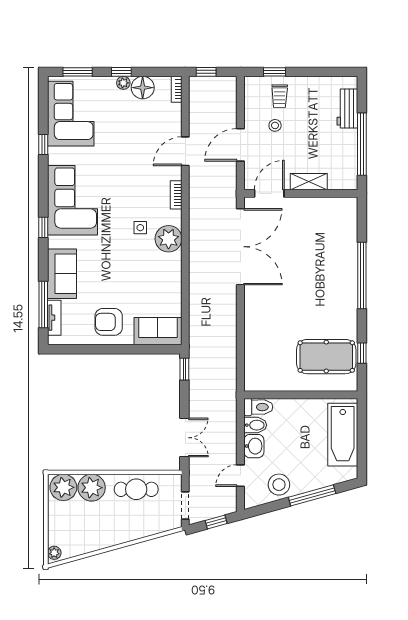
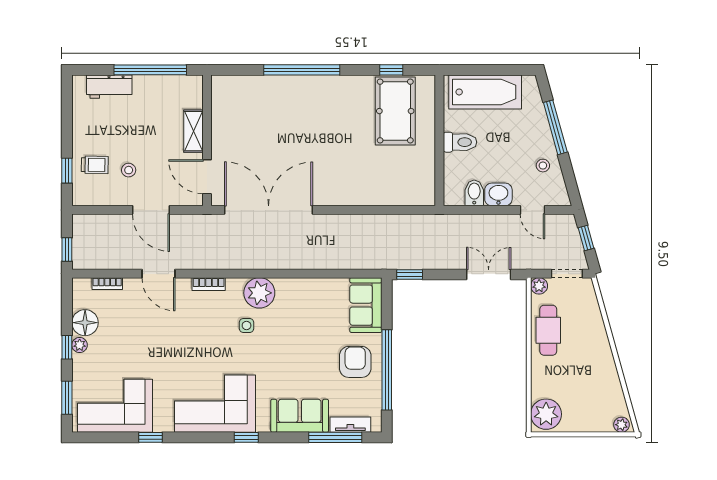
bookcase: (177, 89) -> (107, 284), moved
armchair: (109, 322) -> (355, 362), turned 180
window: (102, 349) -> (387, 370), added
toilet: (258, 407) -> (460, 142), moved, turned 90
stool: (279, 485) -> (543, 166), width x0.53, depth x0.53
plant: (92, 488) -> (539, 286), moved, width x0.53, depth x0.53

